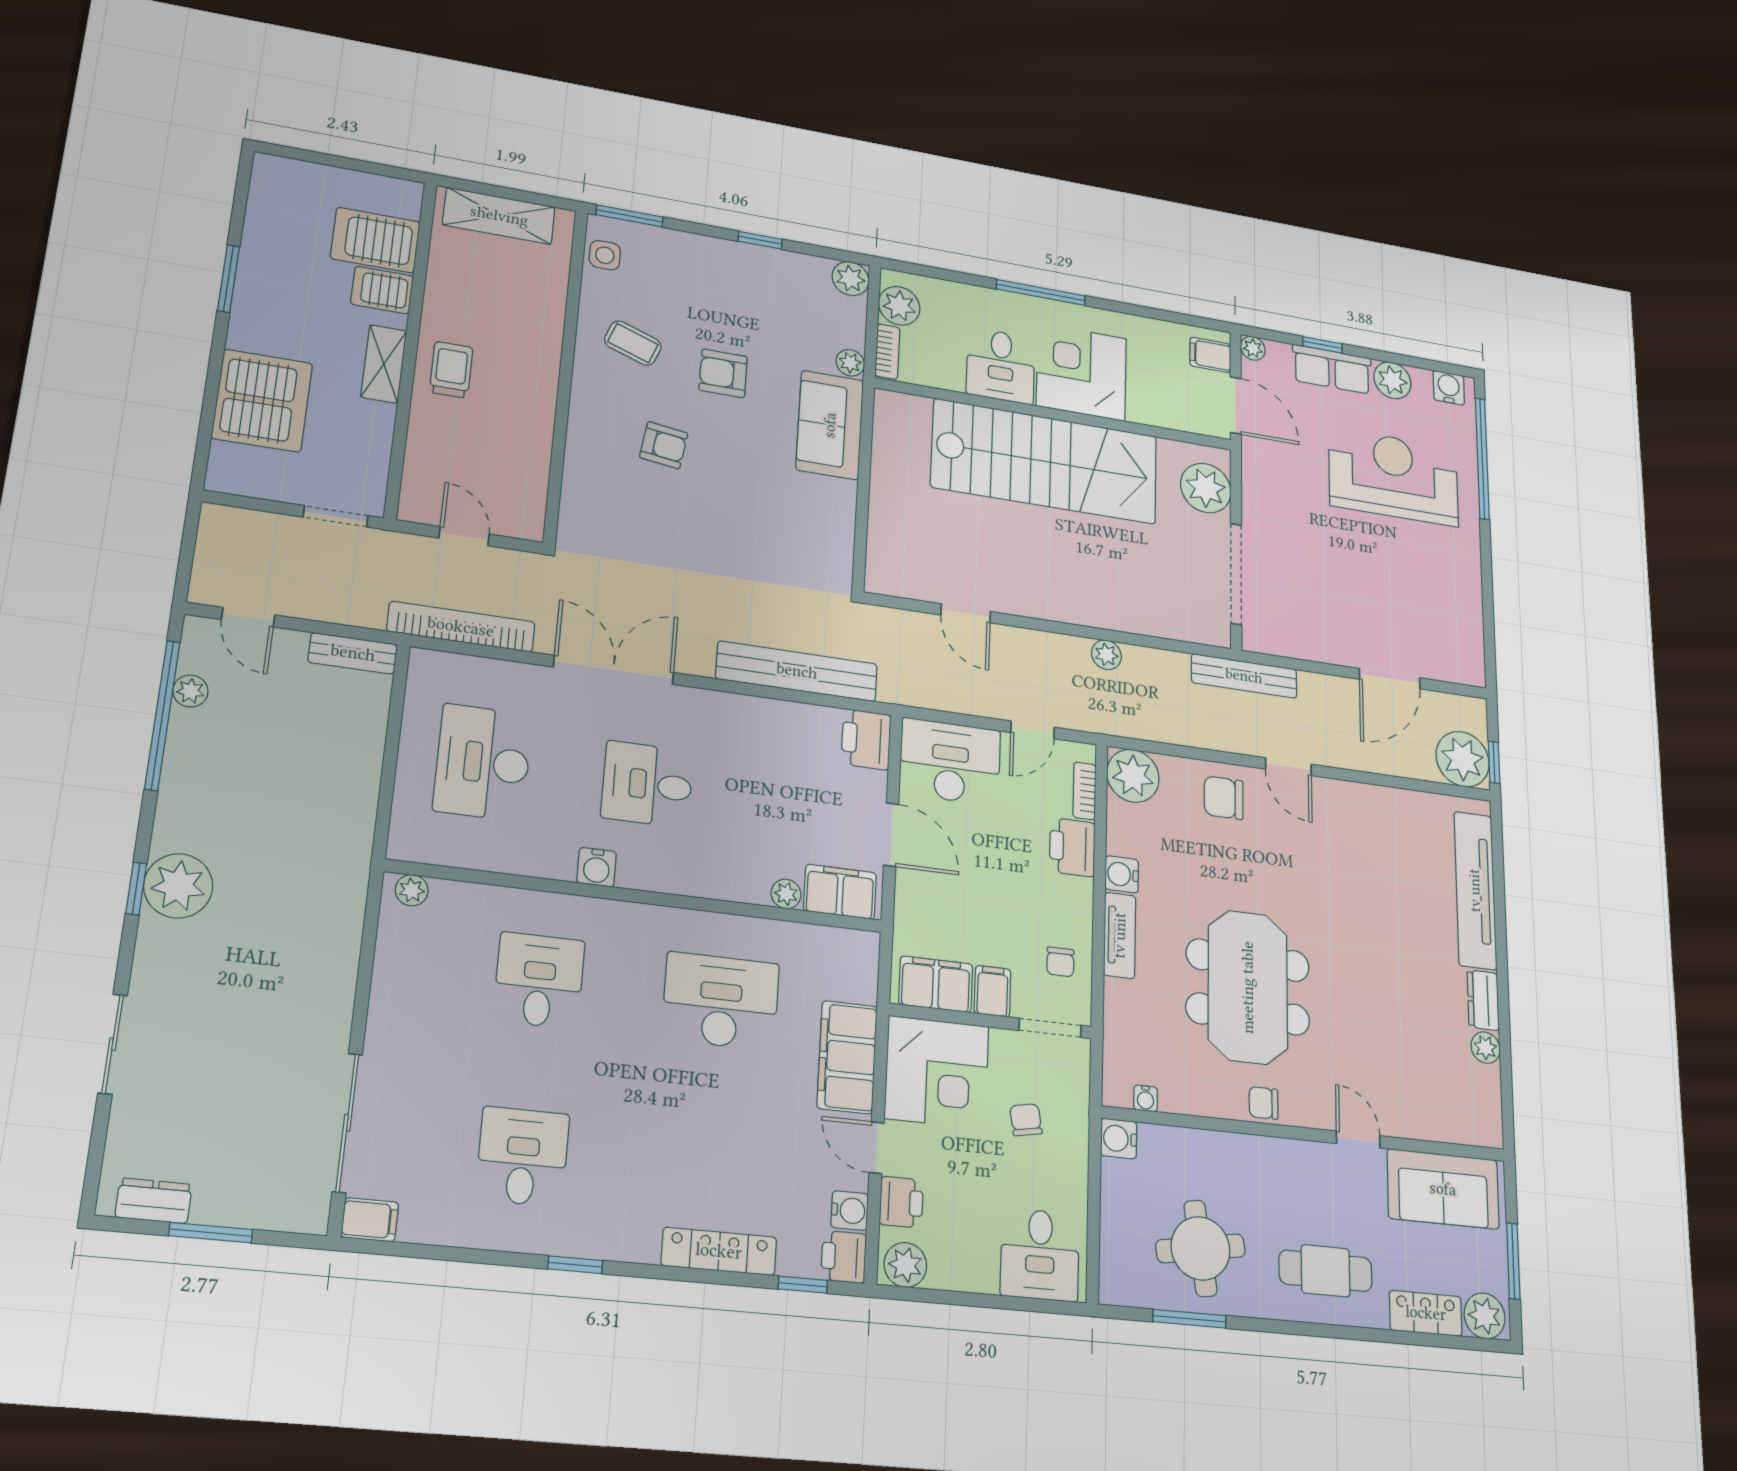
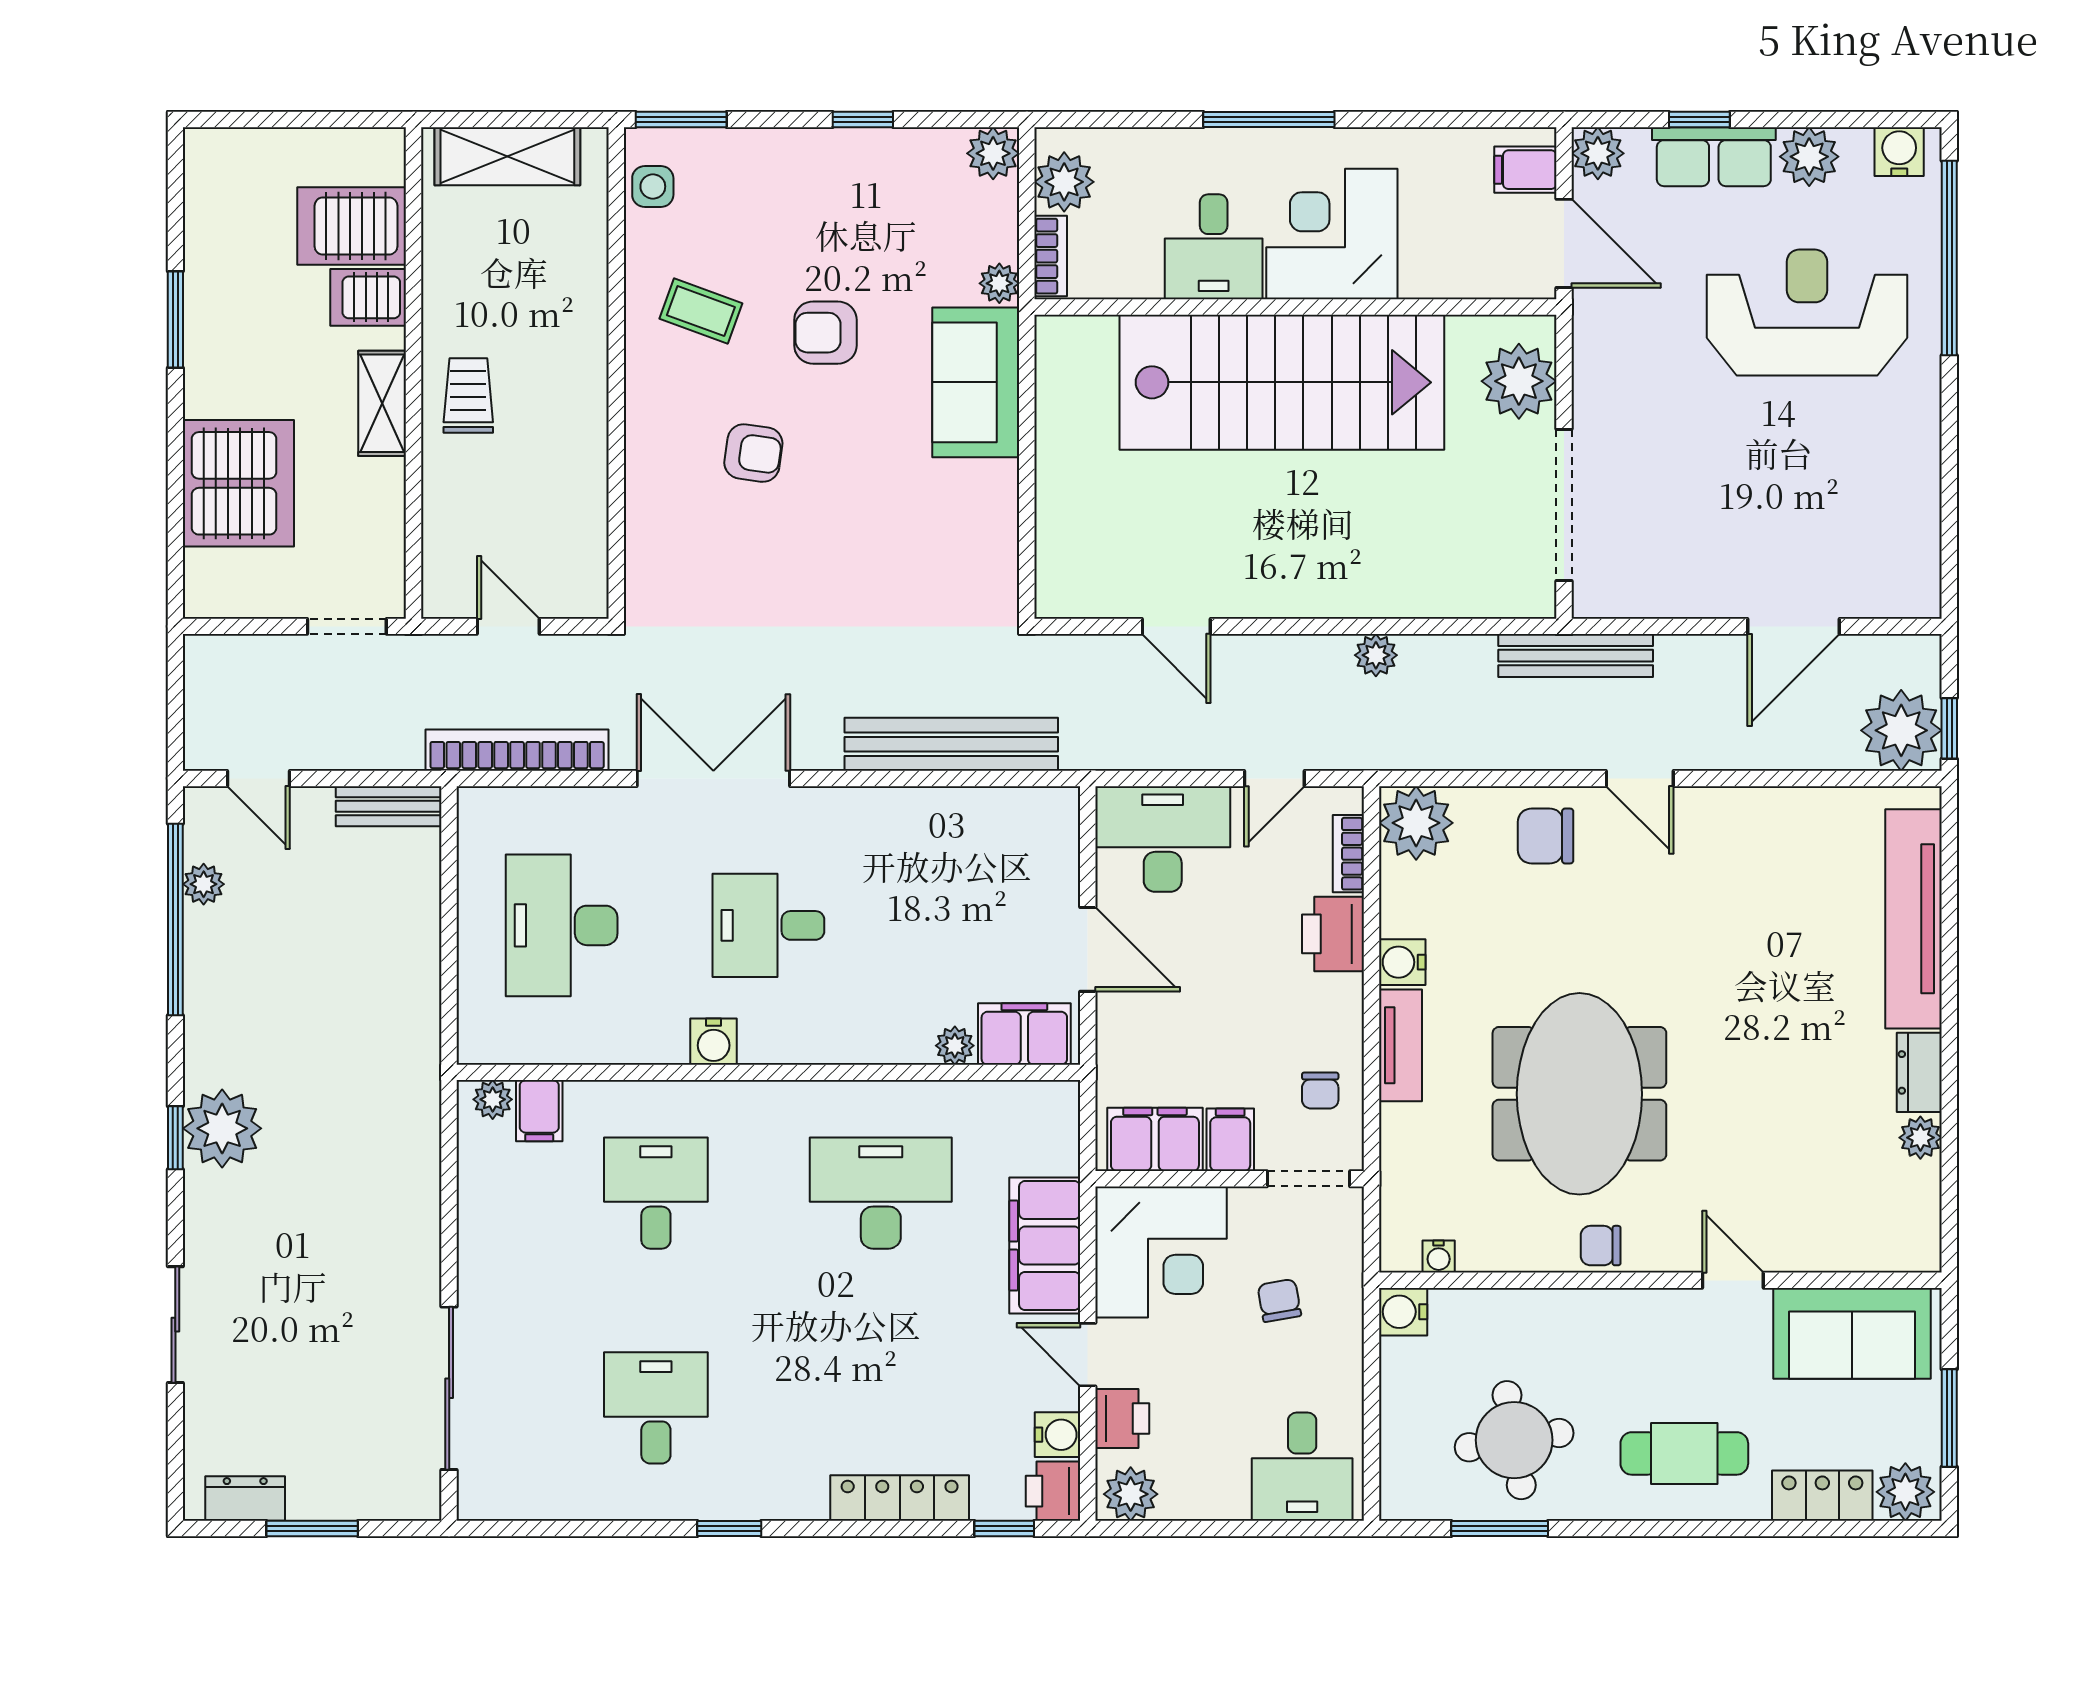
plant: (1253, 348) -> (1598, 153), width x1.38, depth x1.38
printer: (866, 739) -> (1048, 825), removed
filing cabinet: (370, 1220) -> (539, 1111), moved, turned 90

